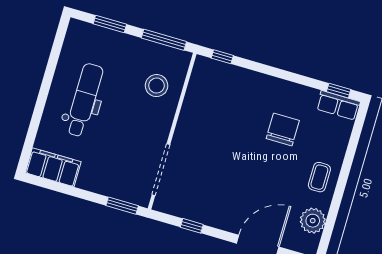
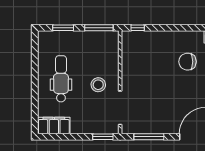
stool: (157, 86) -> (98, 85), moved
chair: (283, 130) -> (187, 62), turned -90
window: (192, 226) -> (149, 137), width x2.17

